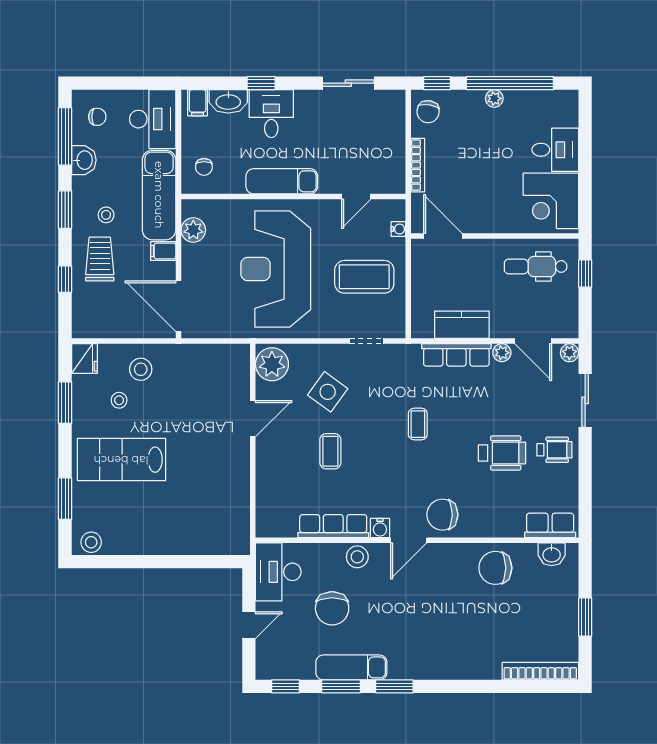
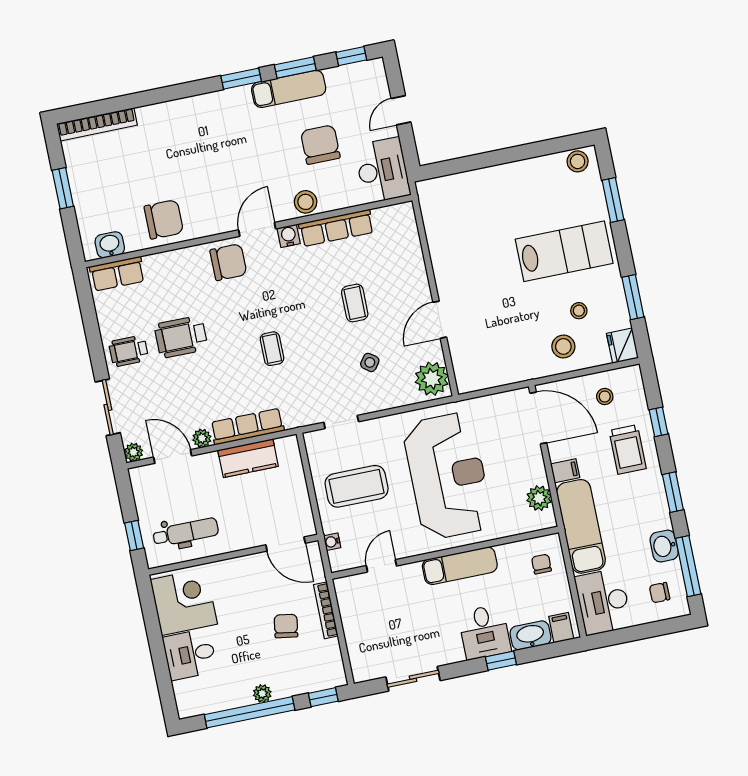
chair: (428, 112) -> (286, 626), moved
stool: (106, 215) -> (605, 397), moved
side table: (328, 392) -> (370, 362), width x0.54, depth x0.54

